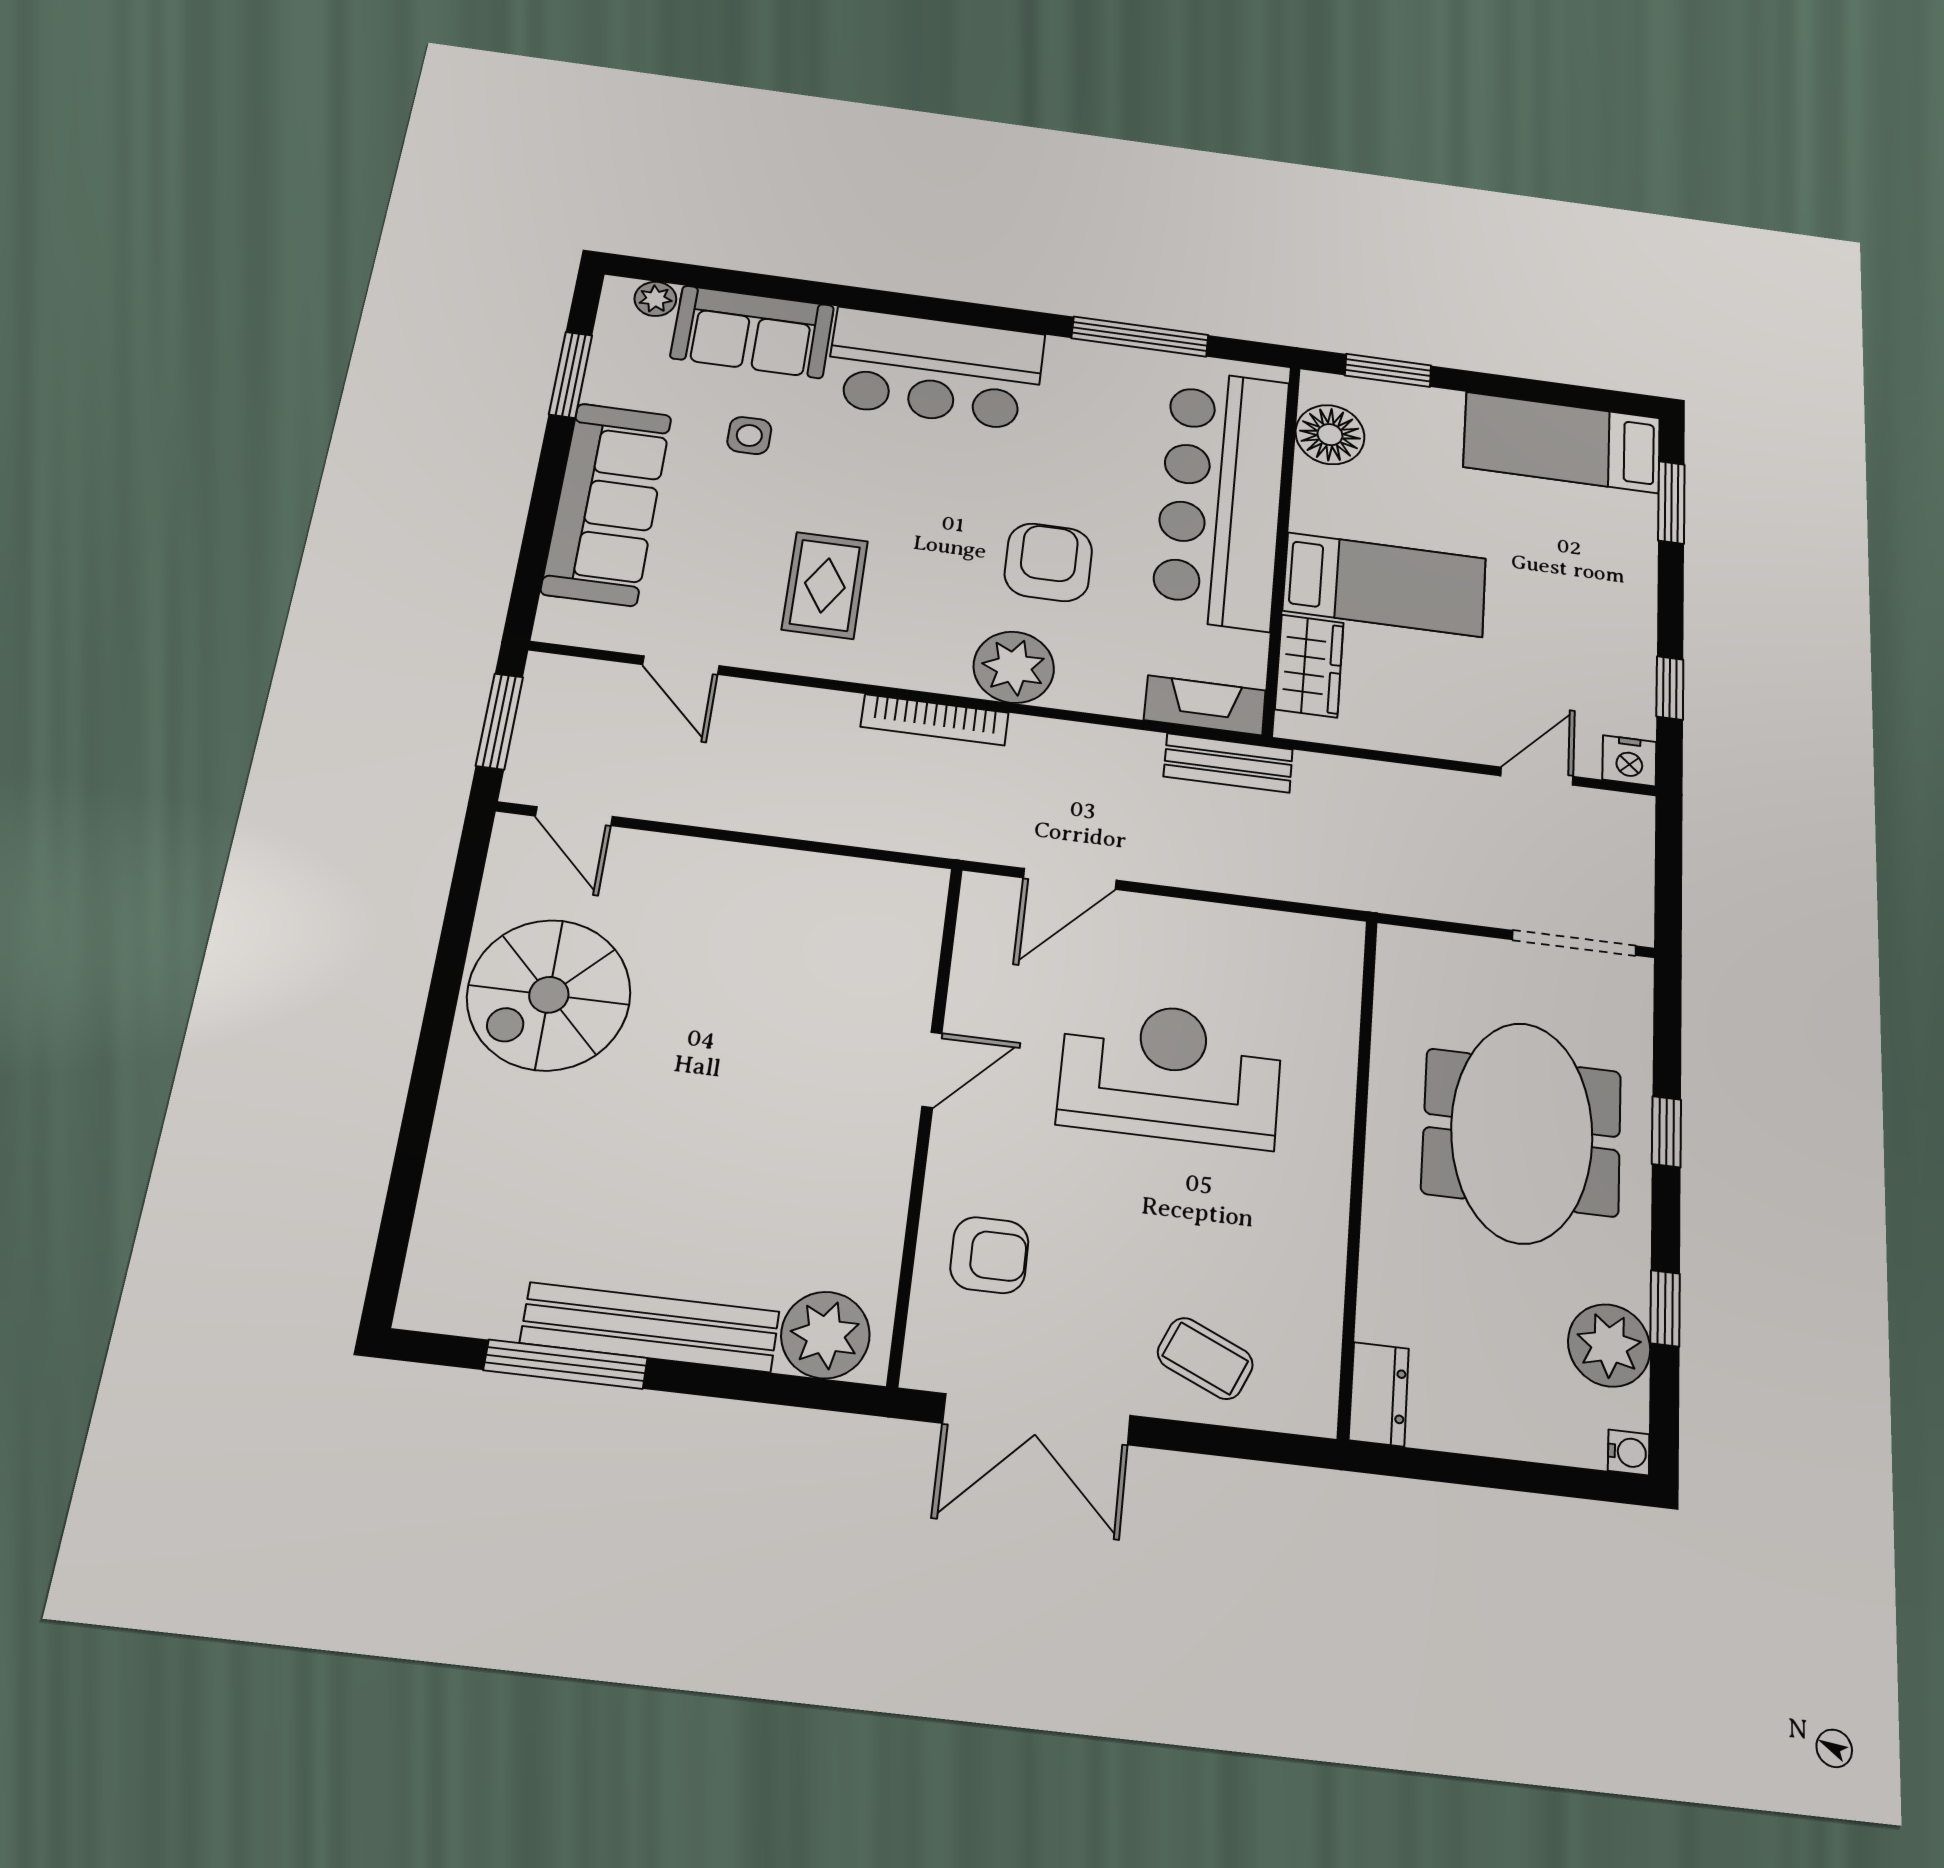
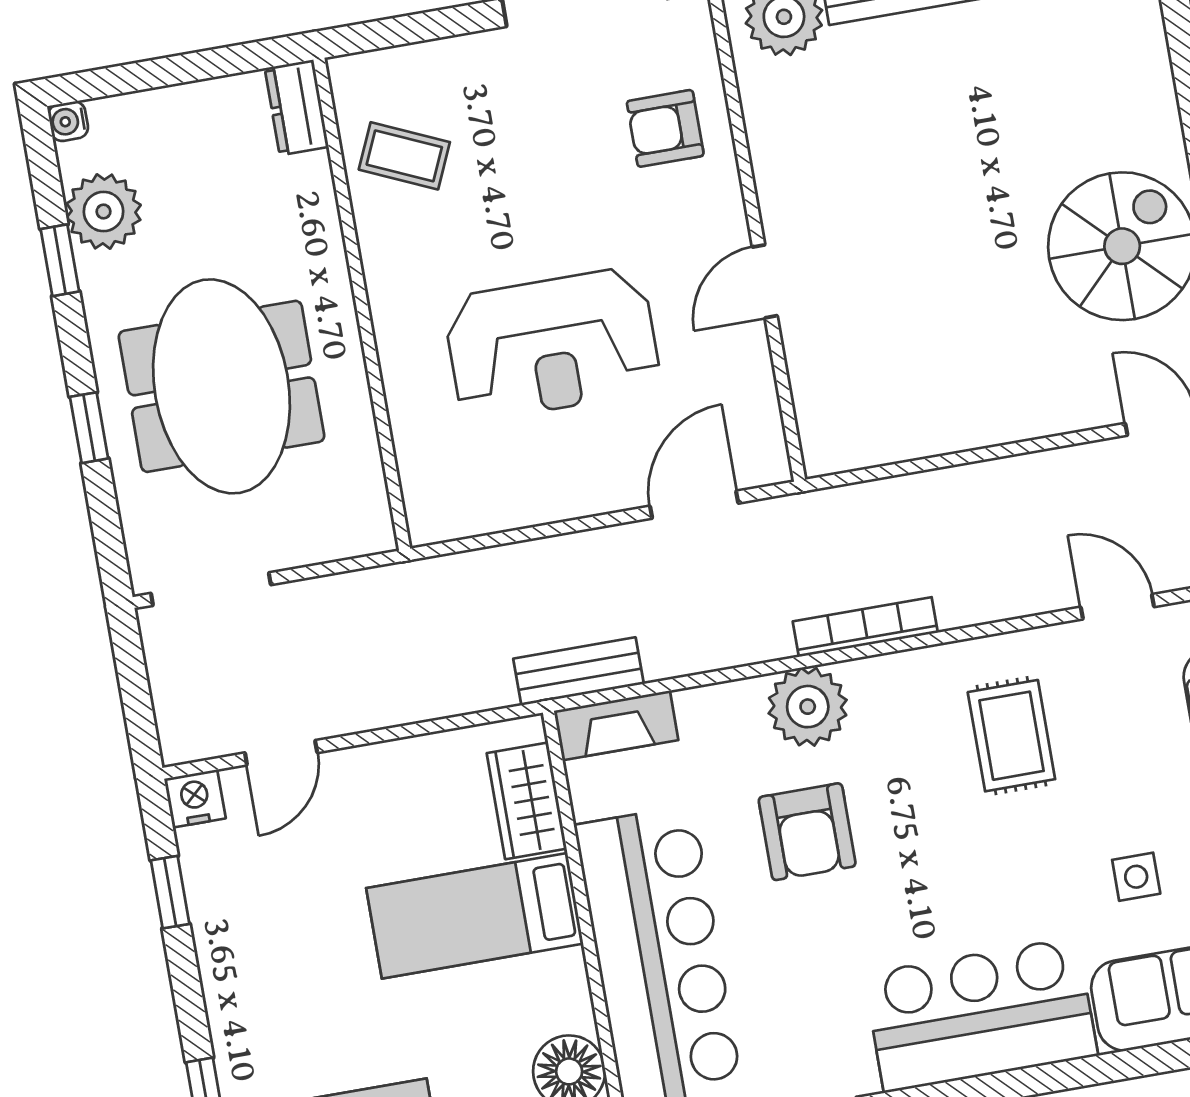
coffee table: (1205, 1358) -> (404, 156), moved

